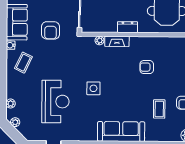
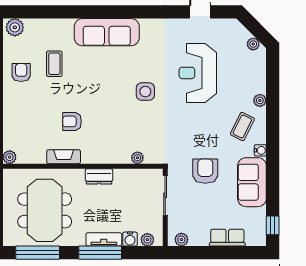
fireplace: (117, 41) -> (64, 157), moved
armchair: (147, 67) -> (72, 121), turned 180
plant: (11, 104) -> (260, 100), moved

